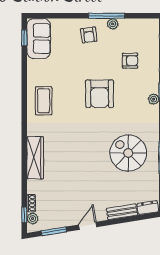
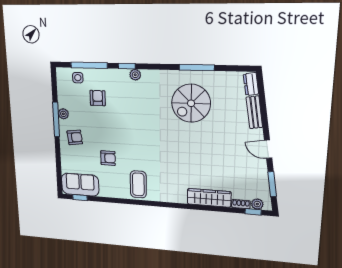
side table: (149, 41) -> (78, 78), added
armchair: (100, 94) -> (108, 158), moved, width x0.53, depth x0.53
coffee table: (44, 101) -> (138, 184), turned 90
wardrobe: (35, 158) -> (209, 198), moved

